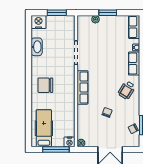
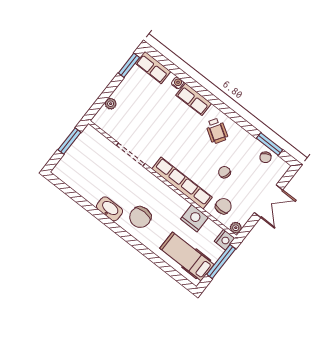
window: (108, 13) -> (129, 65), moved
nightstand: (39, 22) -> (194, 218), moved, turned 90
washbasin: (37, 47) -> (110, 209), moved
row of seats: (83, 87) -> (182, 183), width x1.36
chair: (88, 127) -> (223, 206), added

